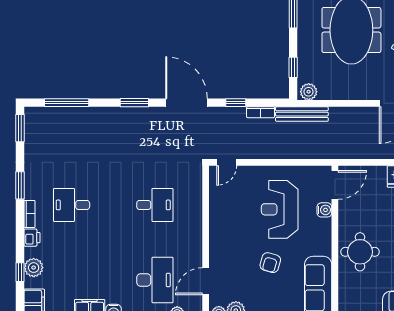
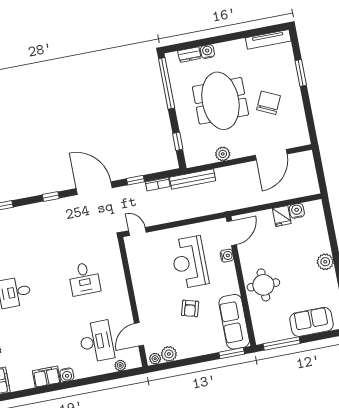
plant: (309, 92) -> (223, 154), moved
window: (134, 103) -> (51, 196), width x0.67
door: (227, 162) -> (137, 232), swing flipped
desk: (155, 205) -> (84, 279), turned 90

